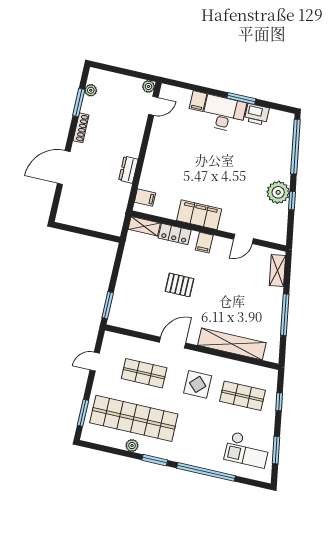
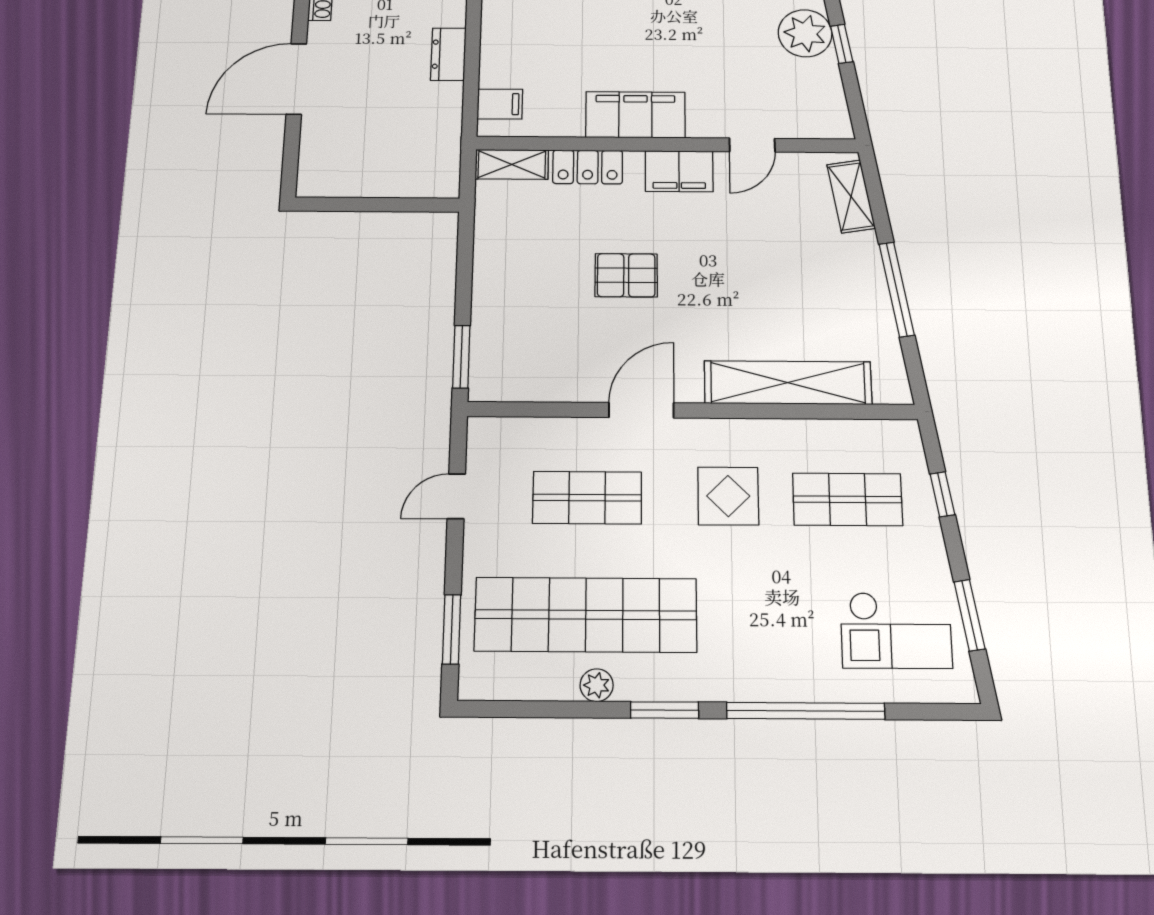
filing cabinet: (204, 243) -> (679, 171), width x2.00

